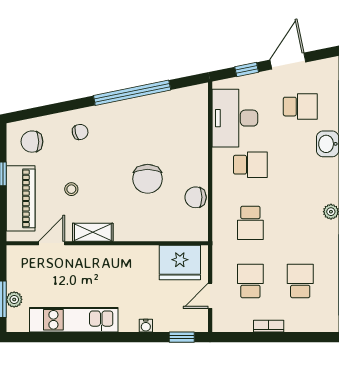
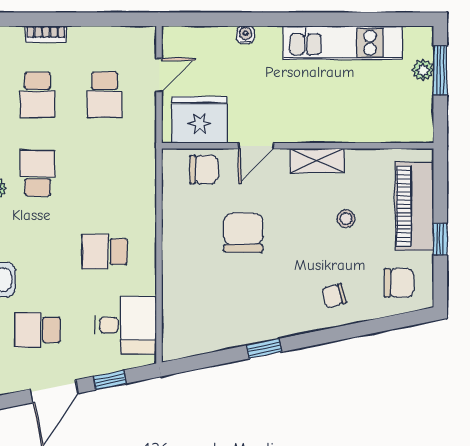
window: (132, 93) -> (264, 349), width x0.32
desk: (235, 118) -> (126, 325), width x0.73
chair: (196, 197) -> (204, 170), moved
school desk: (250, 223) -> (37, 173), moved
door: (52, 243) -> (256, 146), moved
bookcase: (269, 326) -> (46, 34), moved
window: (182, 337) -> (197, 19), removed

